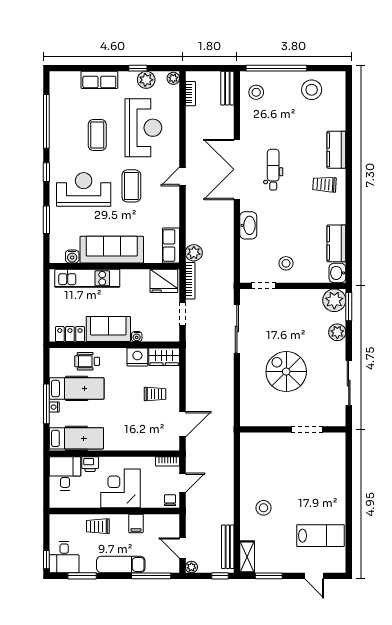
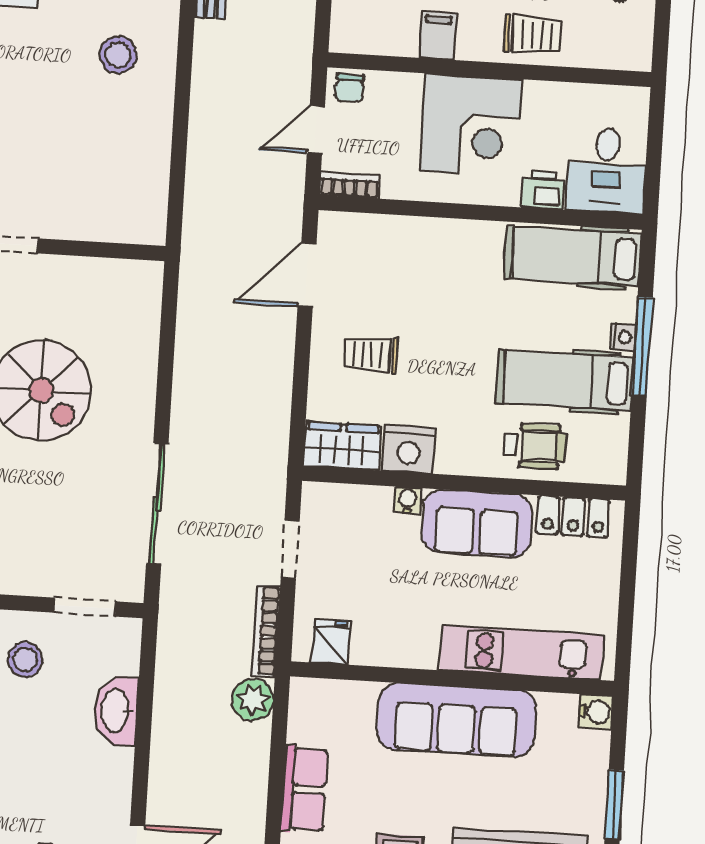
washbasin: (248, 225) -> (116, 710), moved
row of seats: (171, 245) -> (304, 789), moved
water cooler: (72, 256) -> (596, 712), moved, turned 90
fridge: (164, 281) -> (331, 642), width x0.53, depth x0.75

